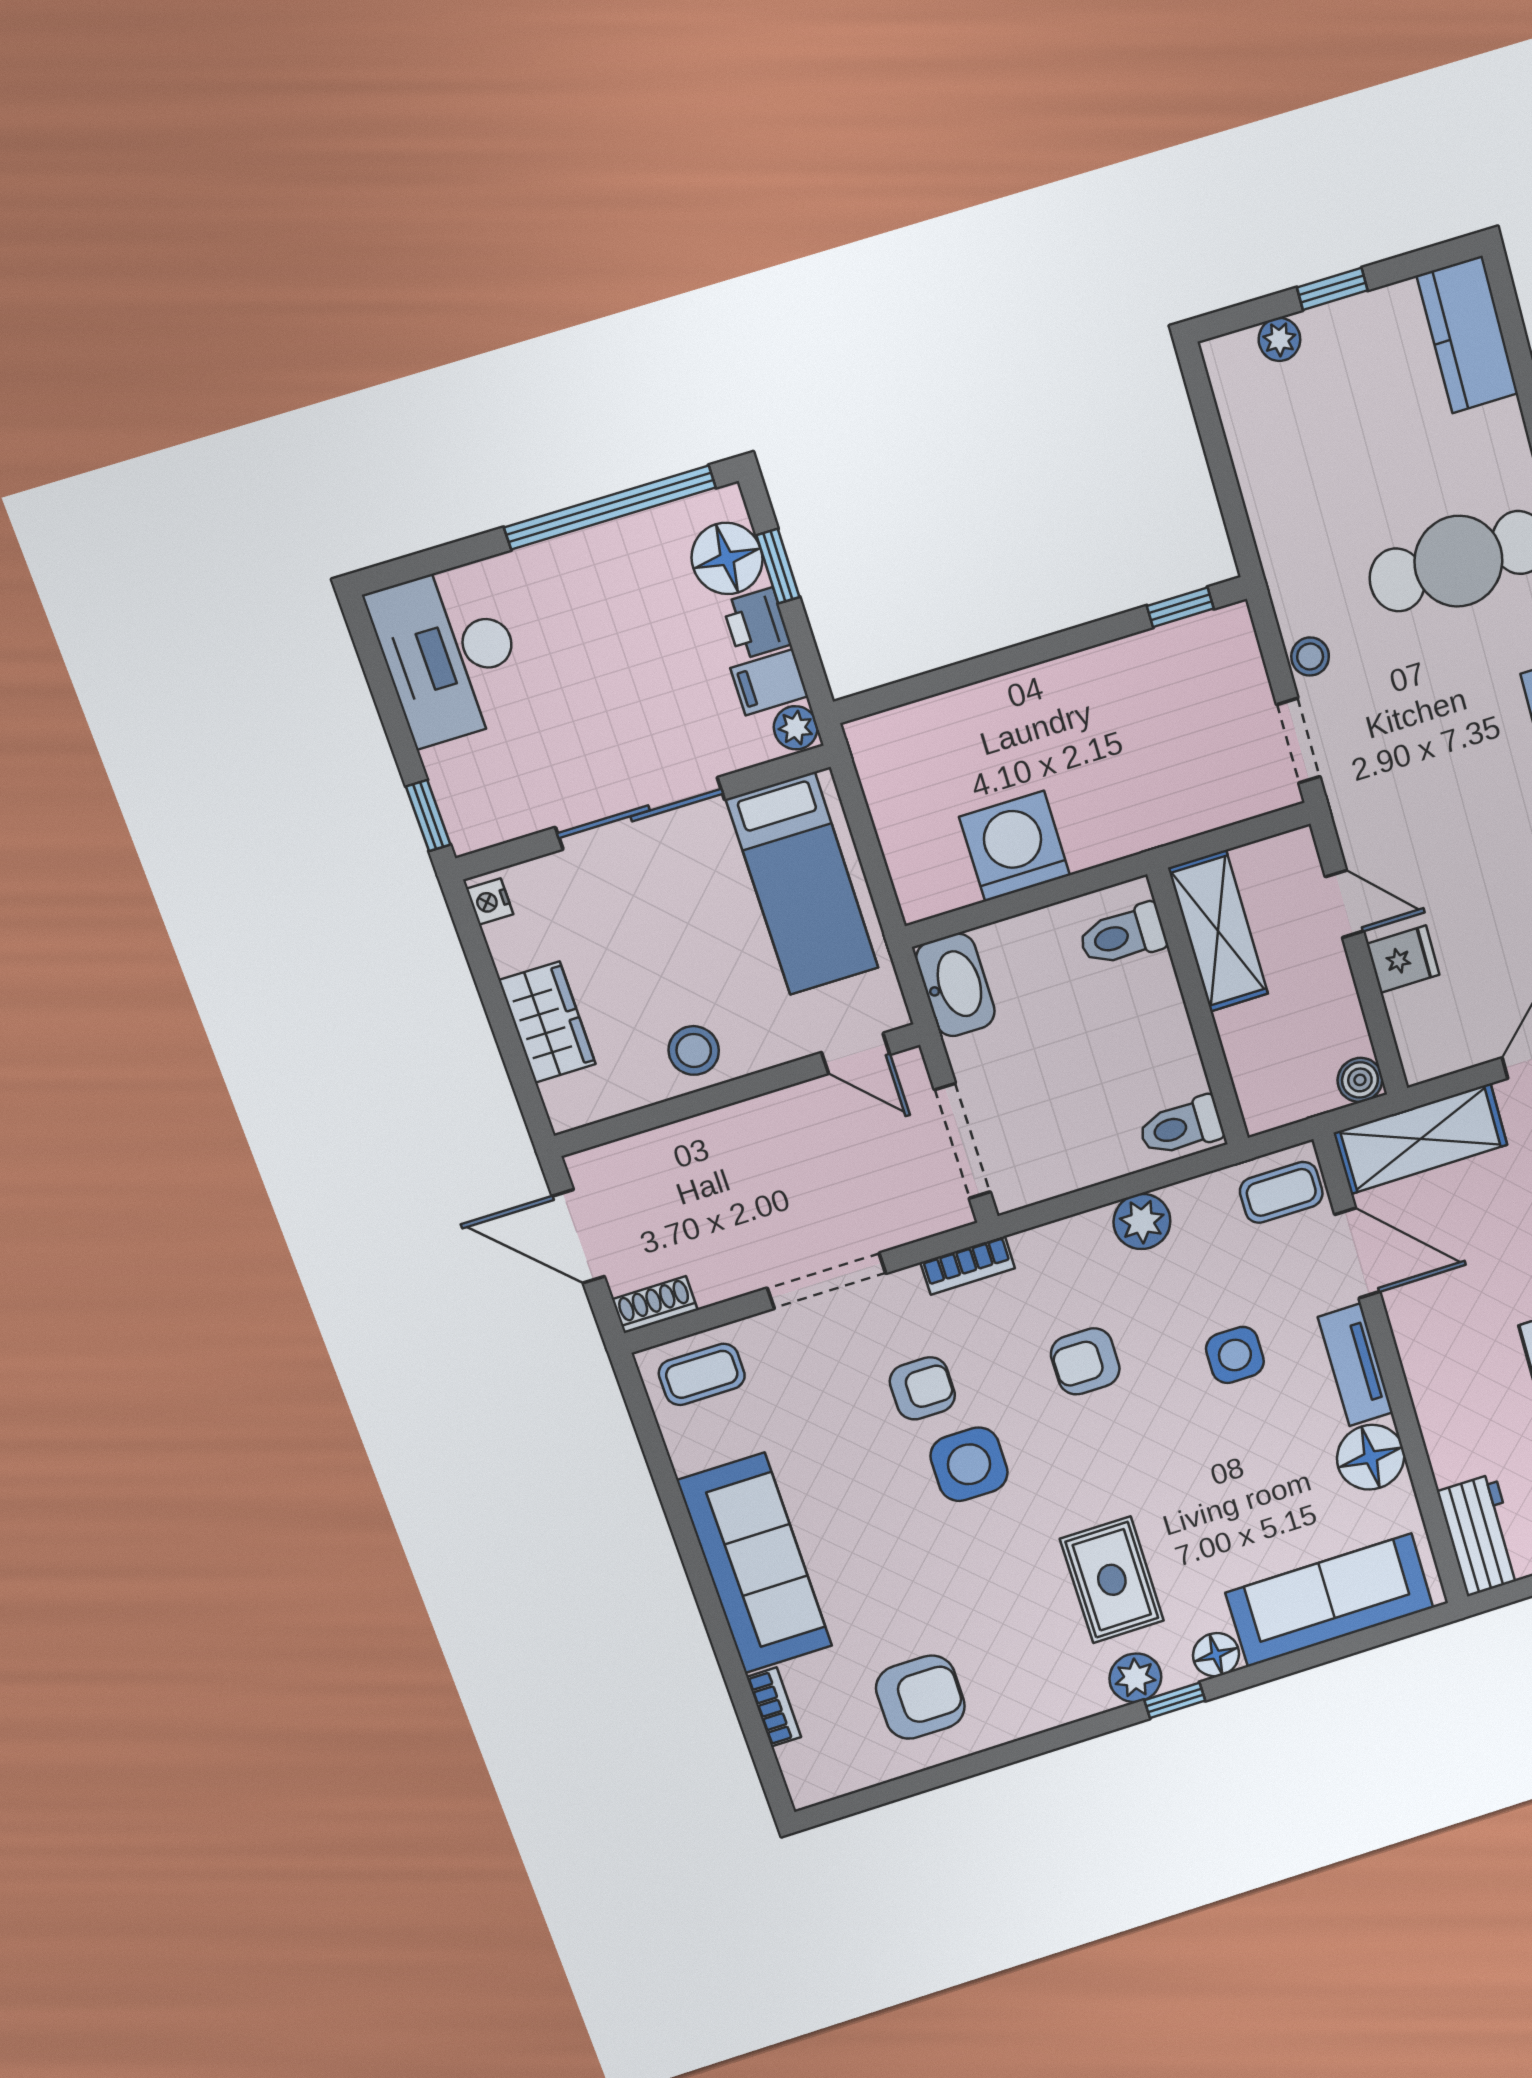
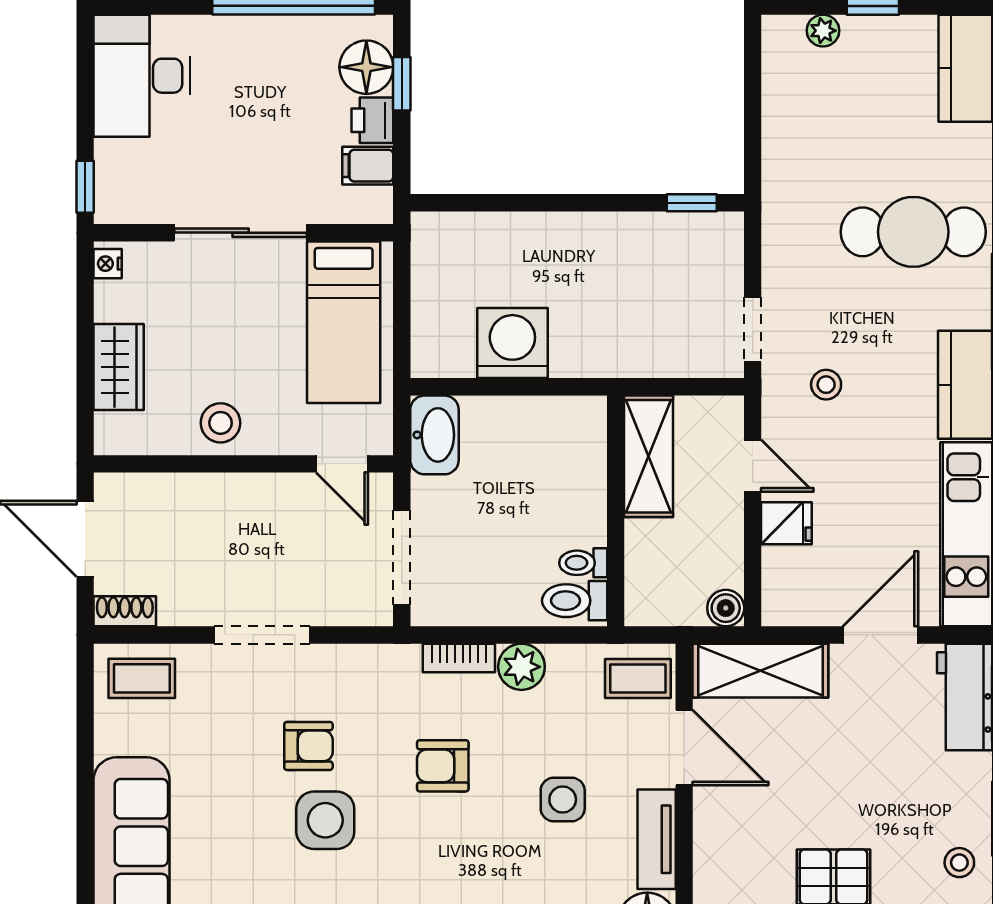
stool: (1310, 657) -> (826, 385), moved
plant: (796, 728) -> (376, 205), removed
toilet: (1123, 935) -> (583, 563), moved, width x0.73, depth x0.72
bookcase: (968, 1265) -> (459, 658), moved

